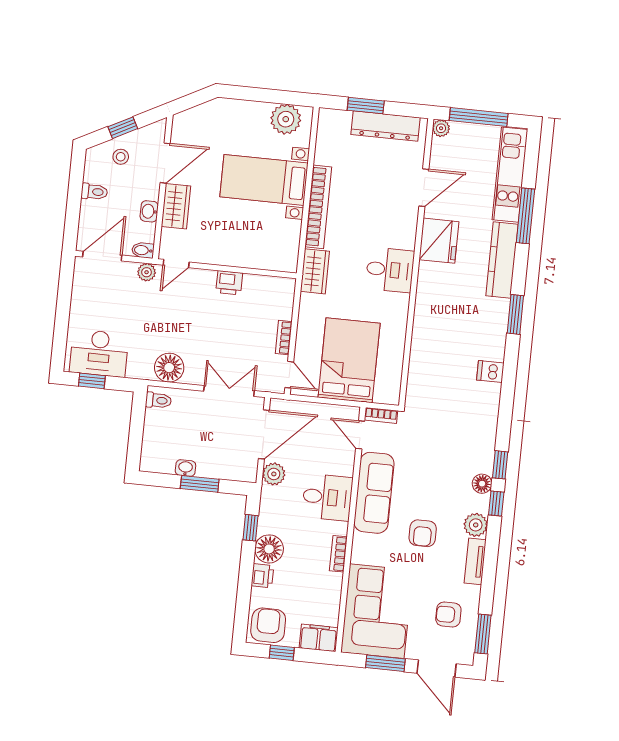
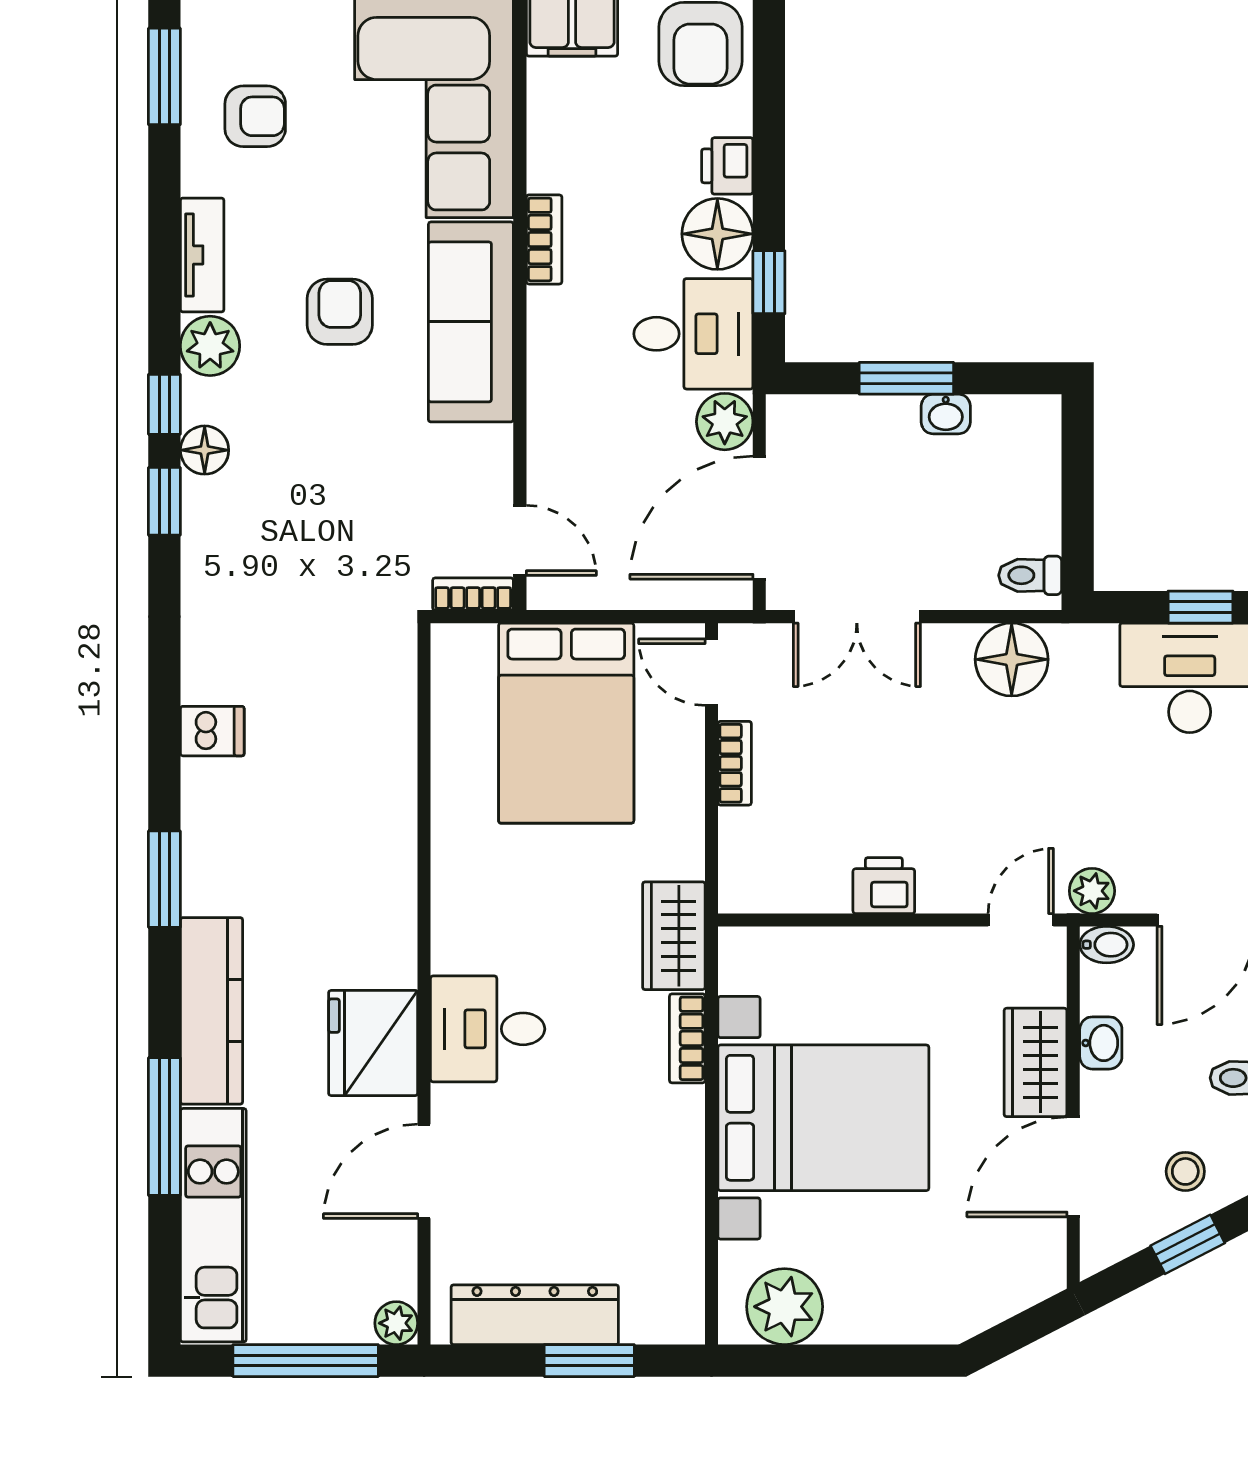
bed with nightstands: (264, 180) -> (823, 1118), width x1.36
bookcase: (318, 207) -> (687, 1038), width x0.43, depth x0.76
desk: (390, 270) -> (488, 1029), moved
sofa: (374, 493) -> (471, 322), moved
desk: (327, 497) -> (693, 334), moved, turned 180

